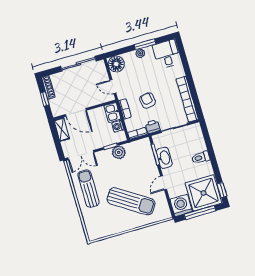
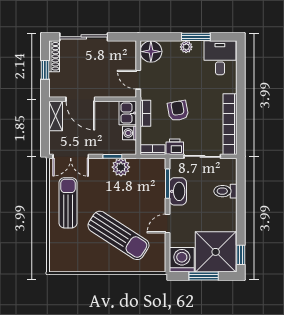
sliding door: (79, 64) -> (84, 37), moved
toilet: (201, 158) -> (225, 191), moved
window: (200, 213) -> (204, 276), width x0.69

